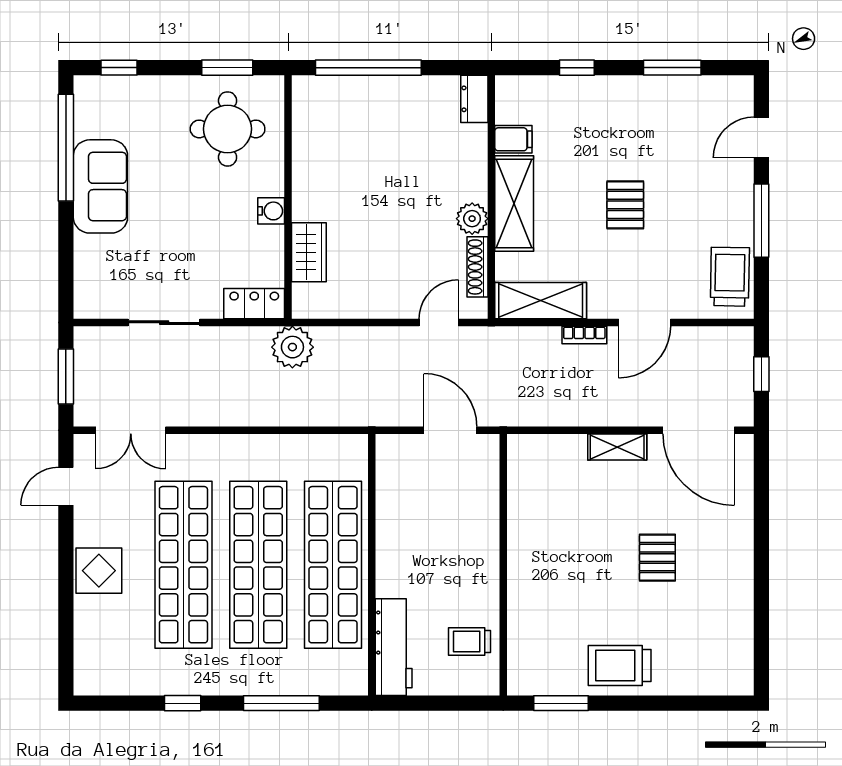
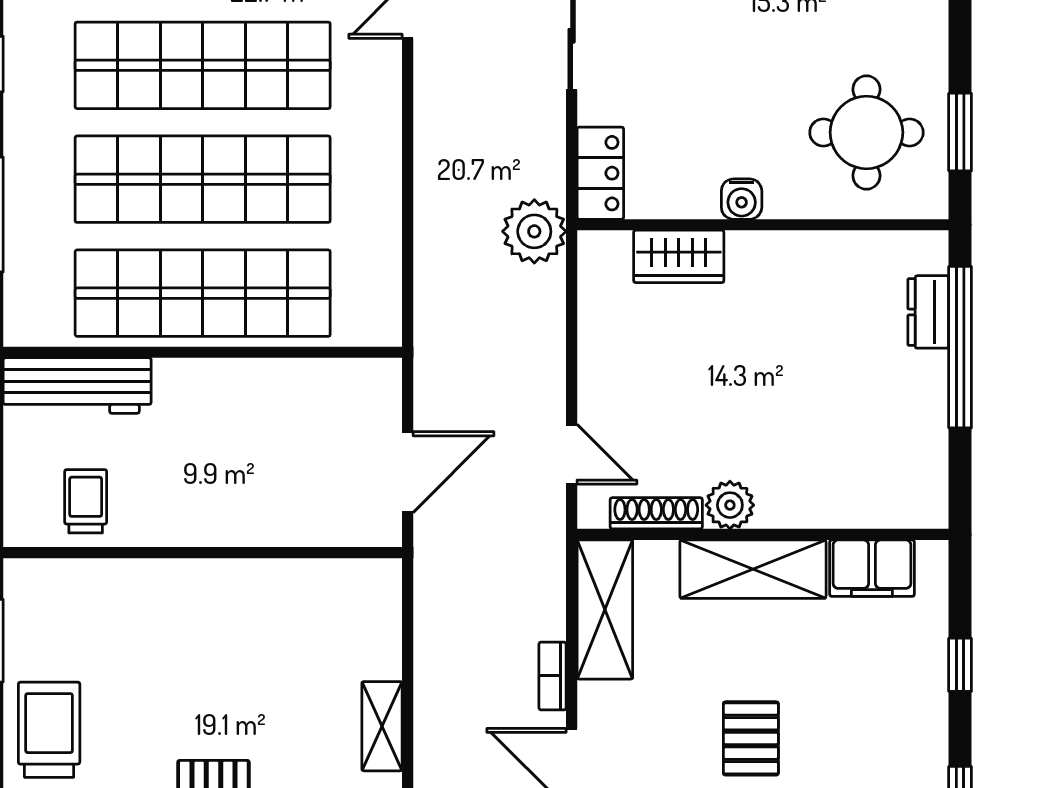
dresser: (474, 99) -> (928, 312), moved, turned -90
filing cabinet: (513, 139) -> (872, 568), width x2.00
pallet: (625, 205) -> (751, 738), turned 90

